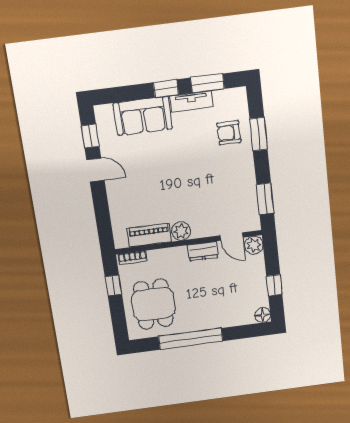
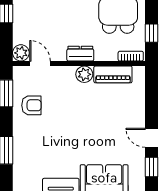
armchair: (229, 133) -> (31, 105), moved
dresser: (203, 251) -> (80, 54), moved

